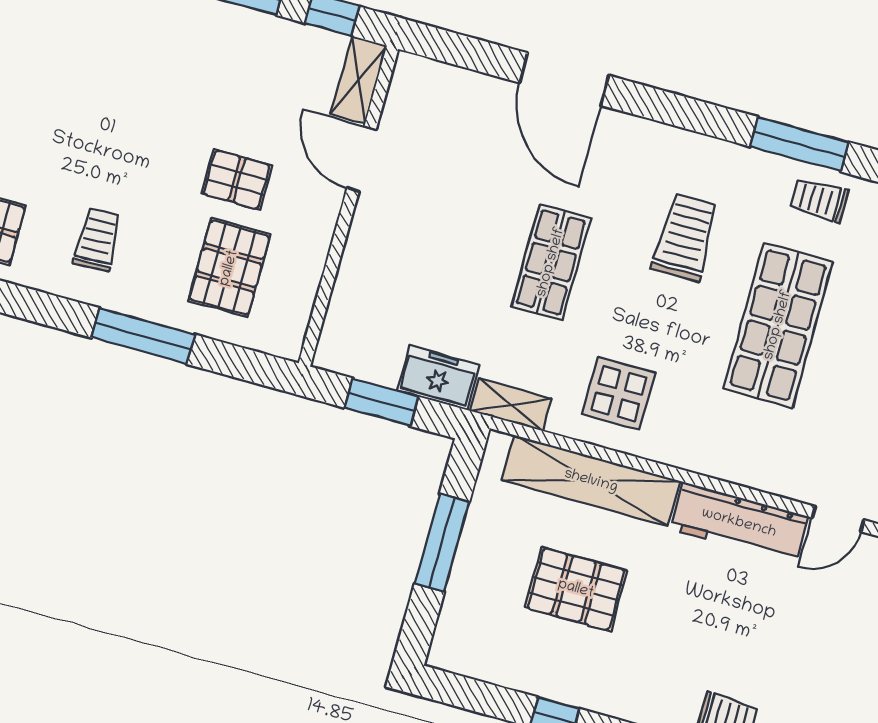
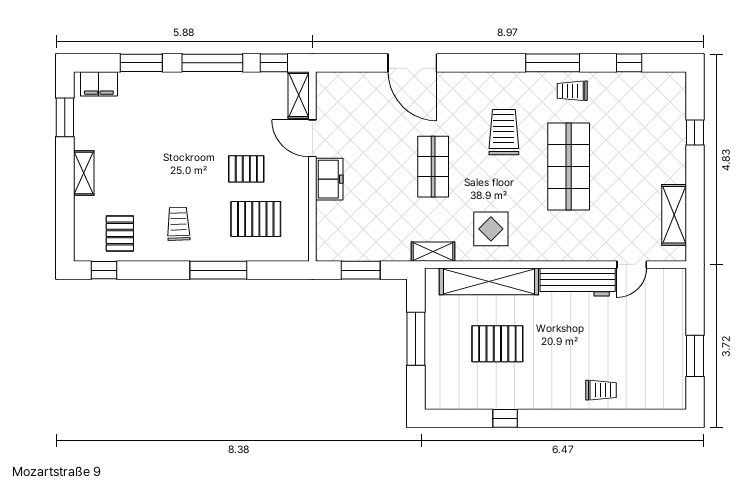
pallet: (229, 268) -> (256, 219), turned 90
freezer: (438, 378) -> (329, 179), moved, turned 90

